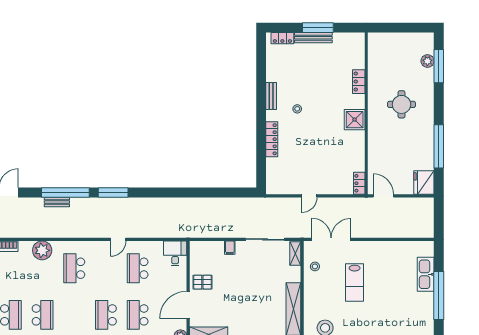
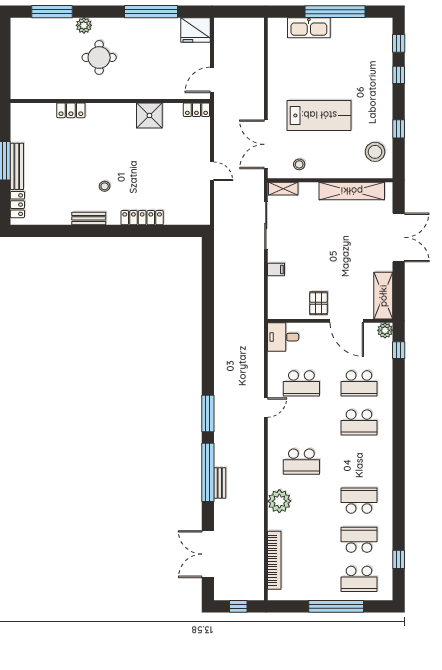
plant: (427, 61) -> (84, 25), moved
shower: (355, 120) -> (149, 115), moved
door: (118, 239) -> (266, 407), hinge flipped
lab bench: (355, 282) -> (319, 115), width x1.36, depth x1.39

